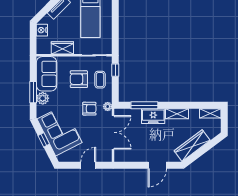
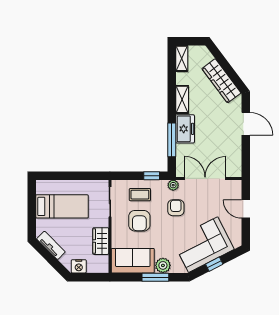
window: (115, 70) -> (152, 176), moved

